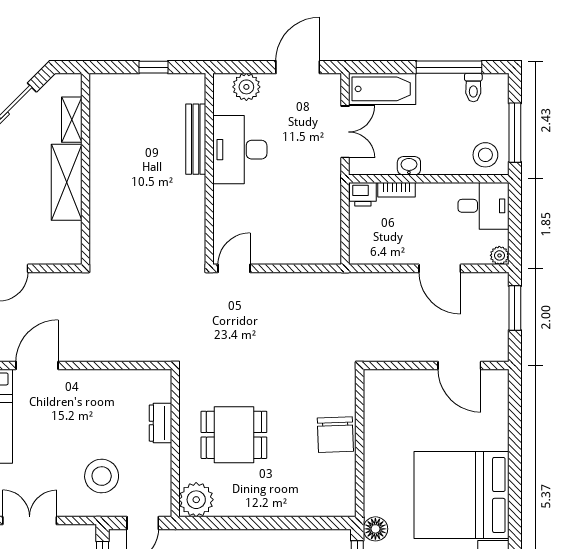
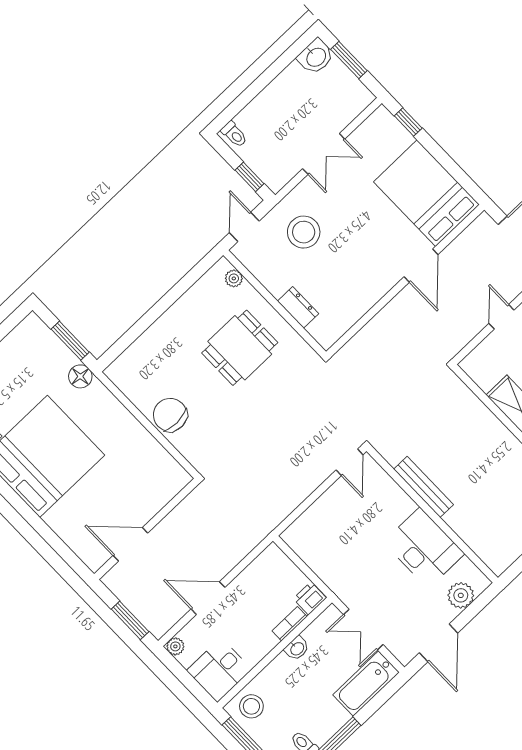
bench: (196, 139) -> (424, 487), moved
plant: (196, 500) -> (234, 278), width x0.53, depth x0.53

